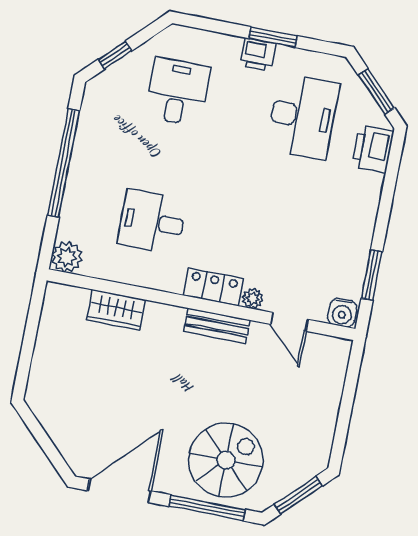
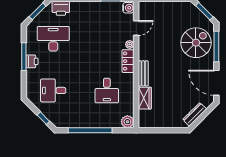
window: (273, 37) -> (24, 57), width x1.44
bench: (217, 326) -> (143, 73), moved
dresser: (53, 423) -> (195, 114), added
spiral stairs: (226, 460) -> (196, 43), turned 90

